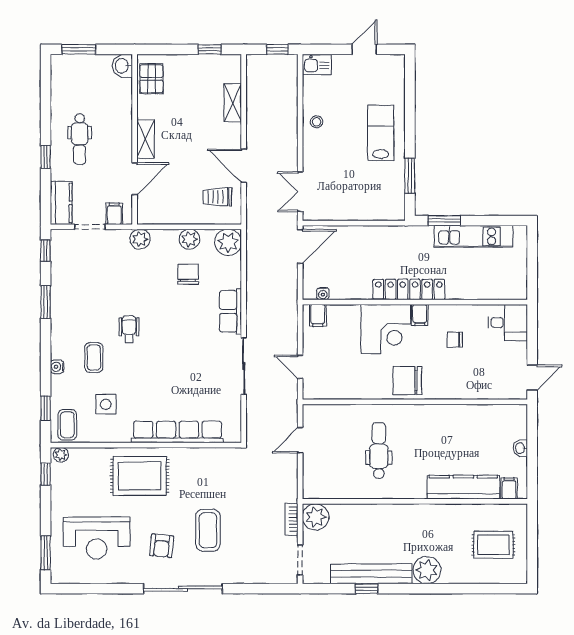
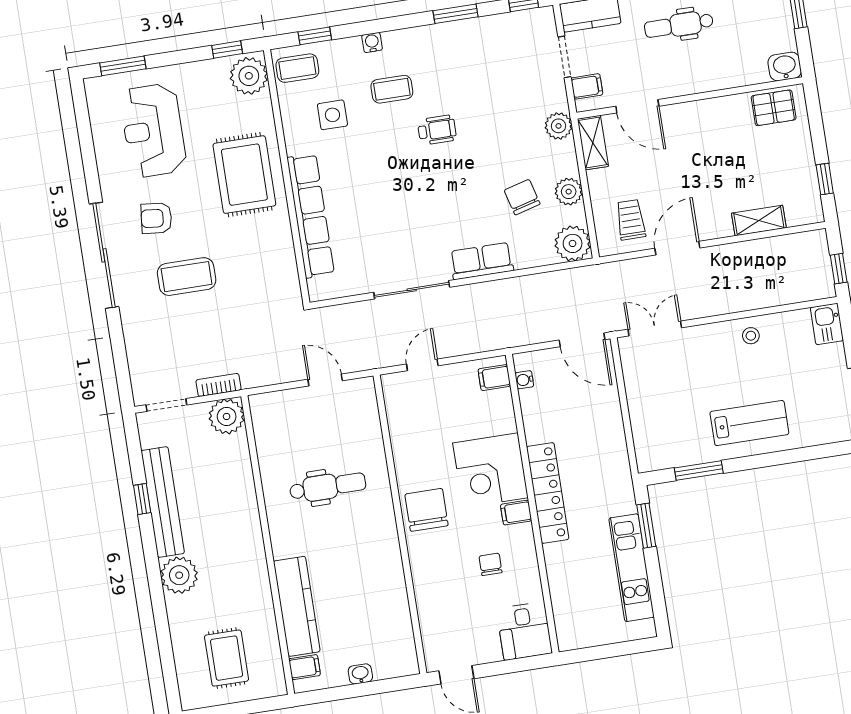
shelving: (146, 139) -> (593, 143), moved, turned 90
chair: (188, 274) -> (522, 197), turned -105
plant: (61, 455) -> (249, 76), width x1.88, depth x1.88

